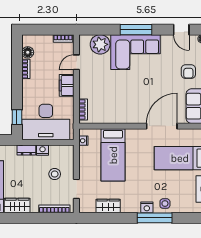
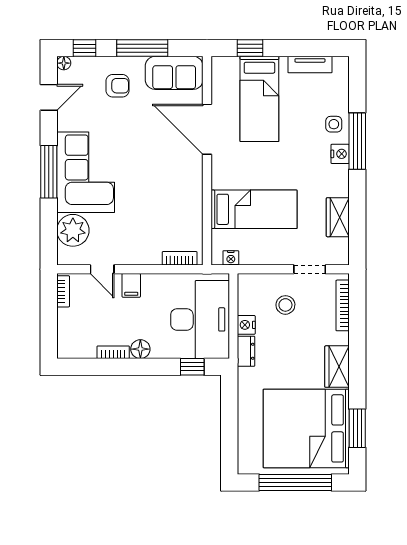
floor lamp: (28, 52) -> (140, 349), moved
filing cabinet: (67, 85) -> (131, 285), width x0.50

